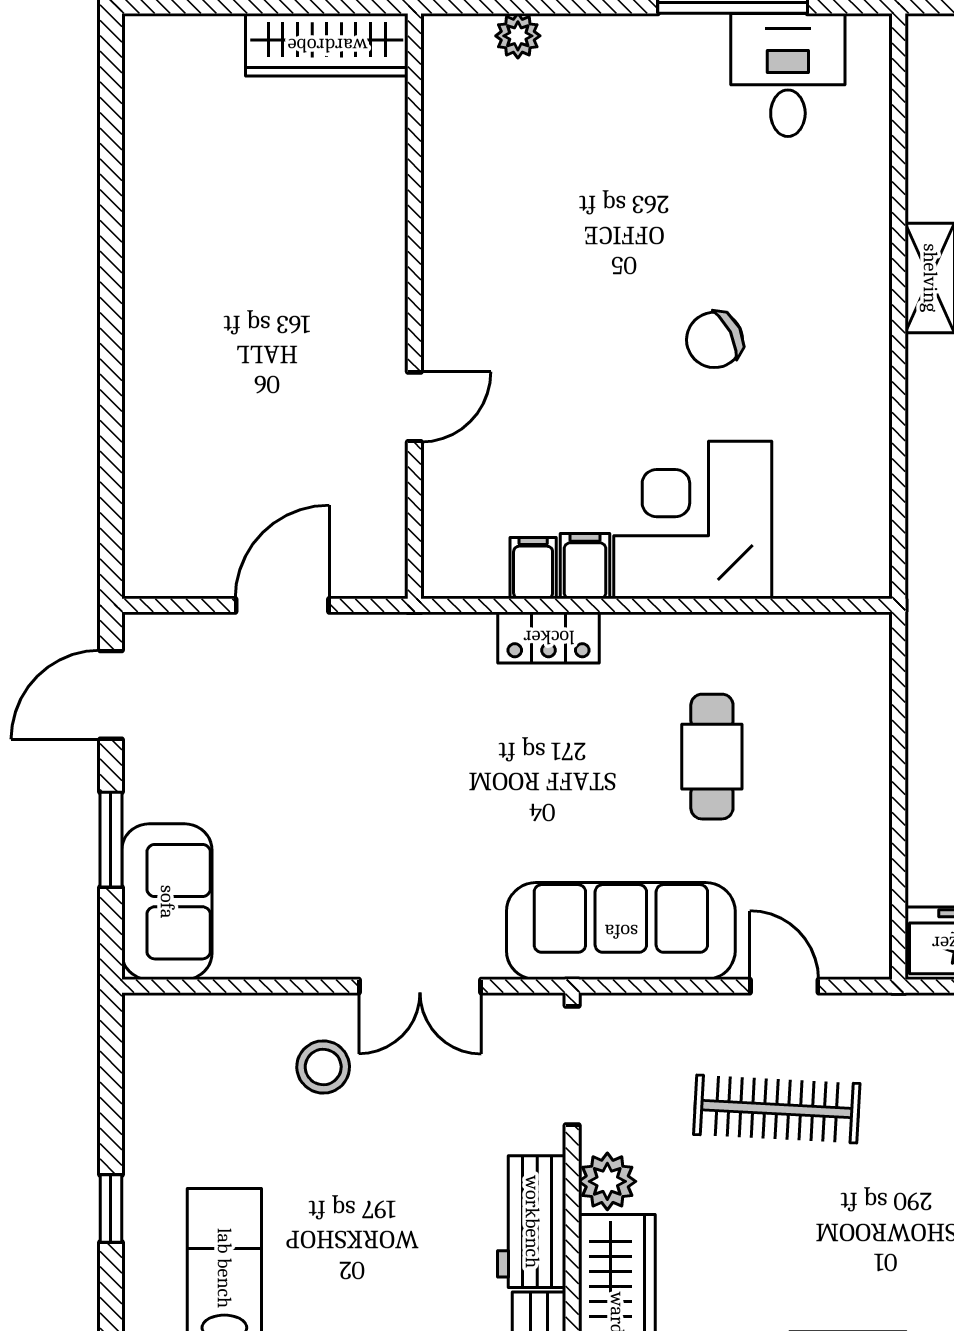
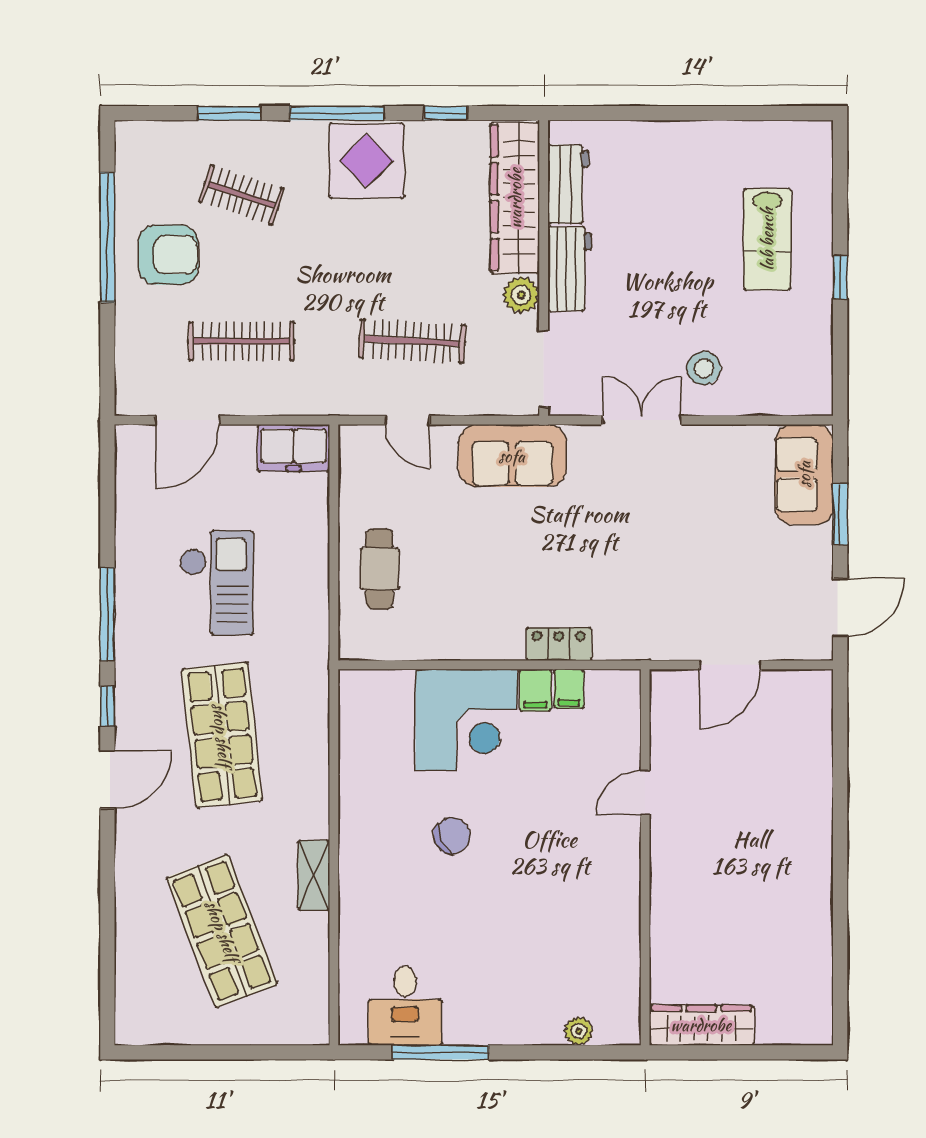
cafe table: (712, 757) -> (380, 569), moved
sofa: (621, 931) -> (512, 456), width x0.73

